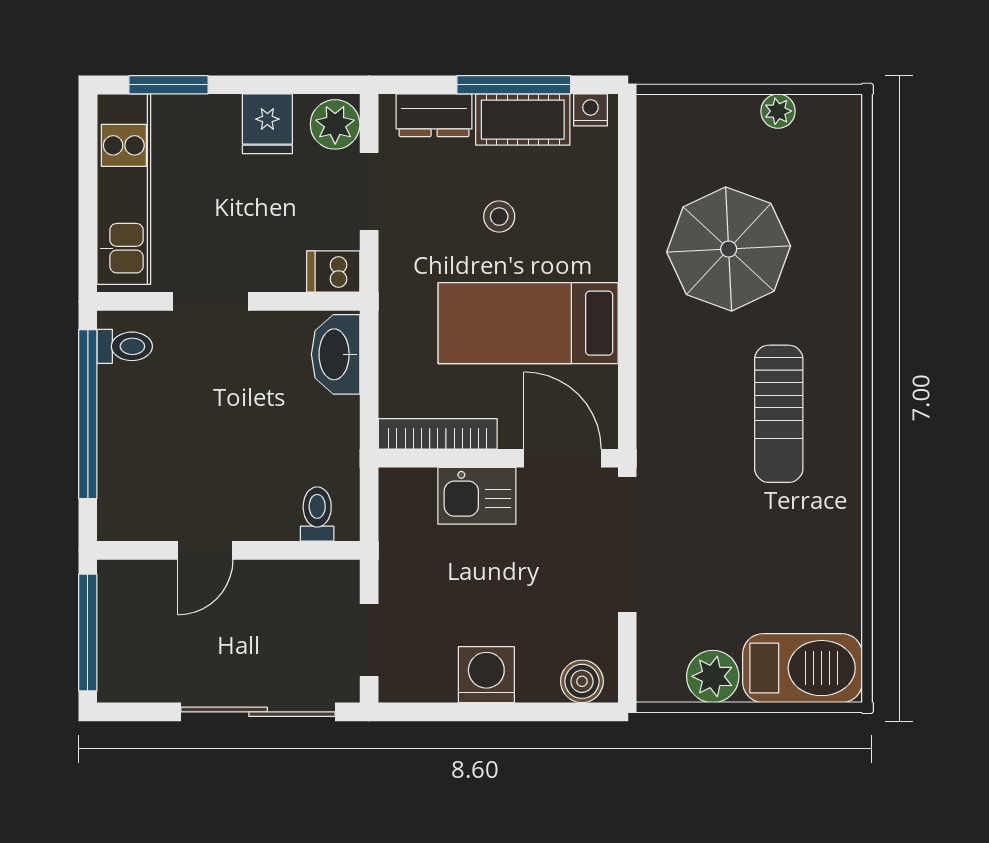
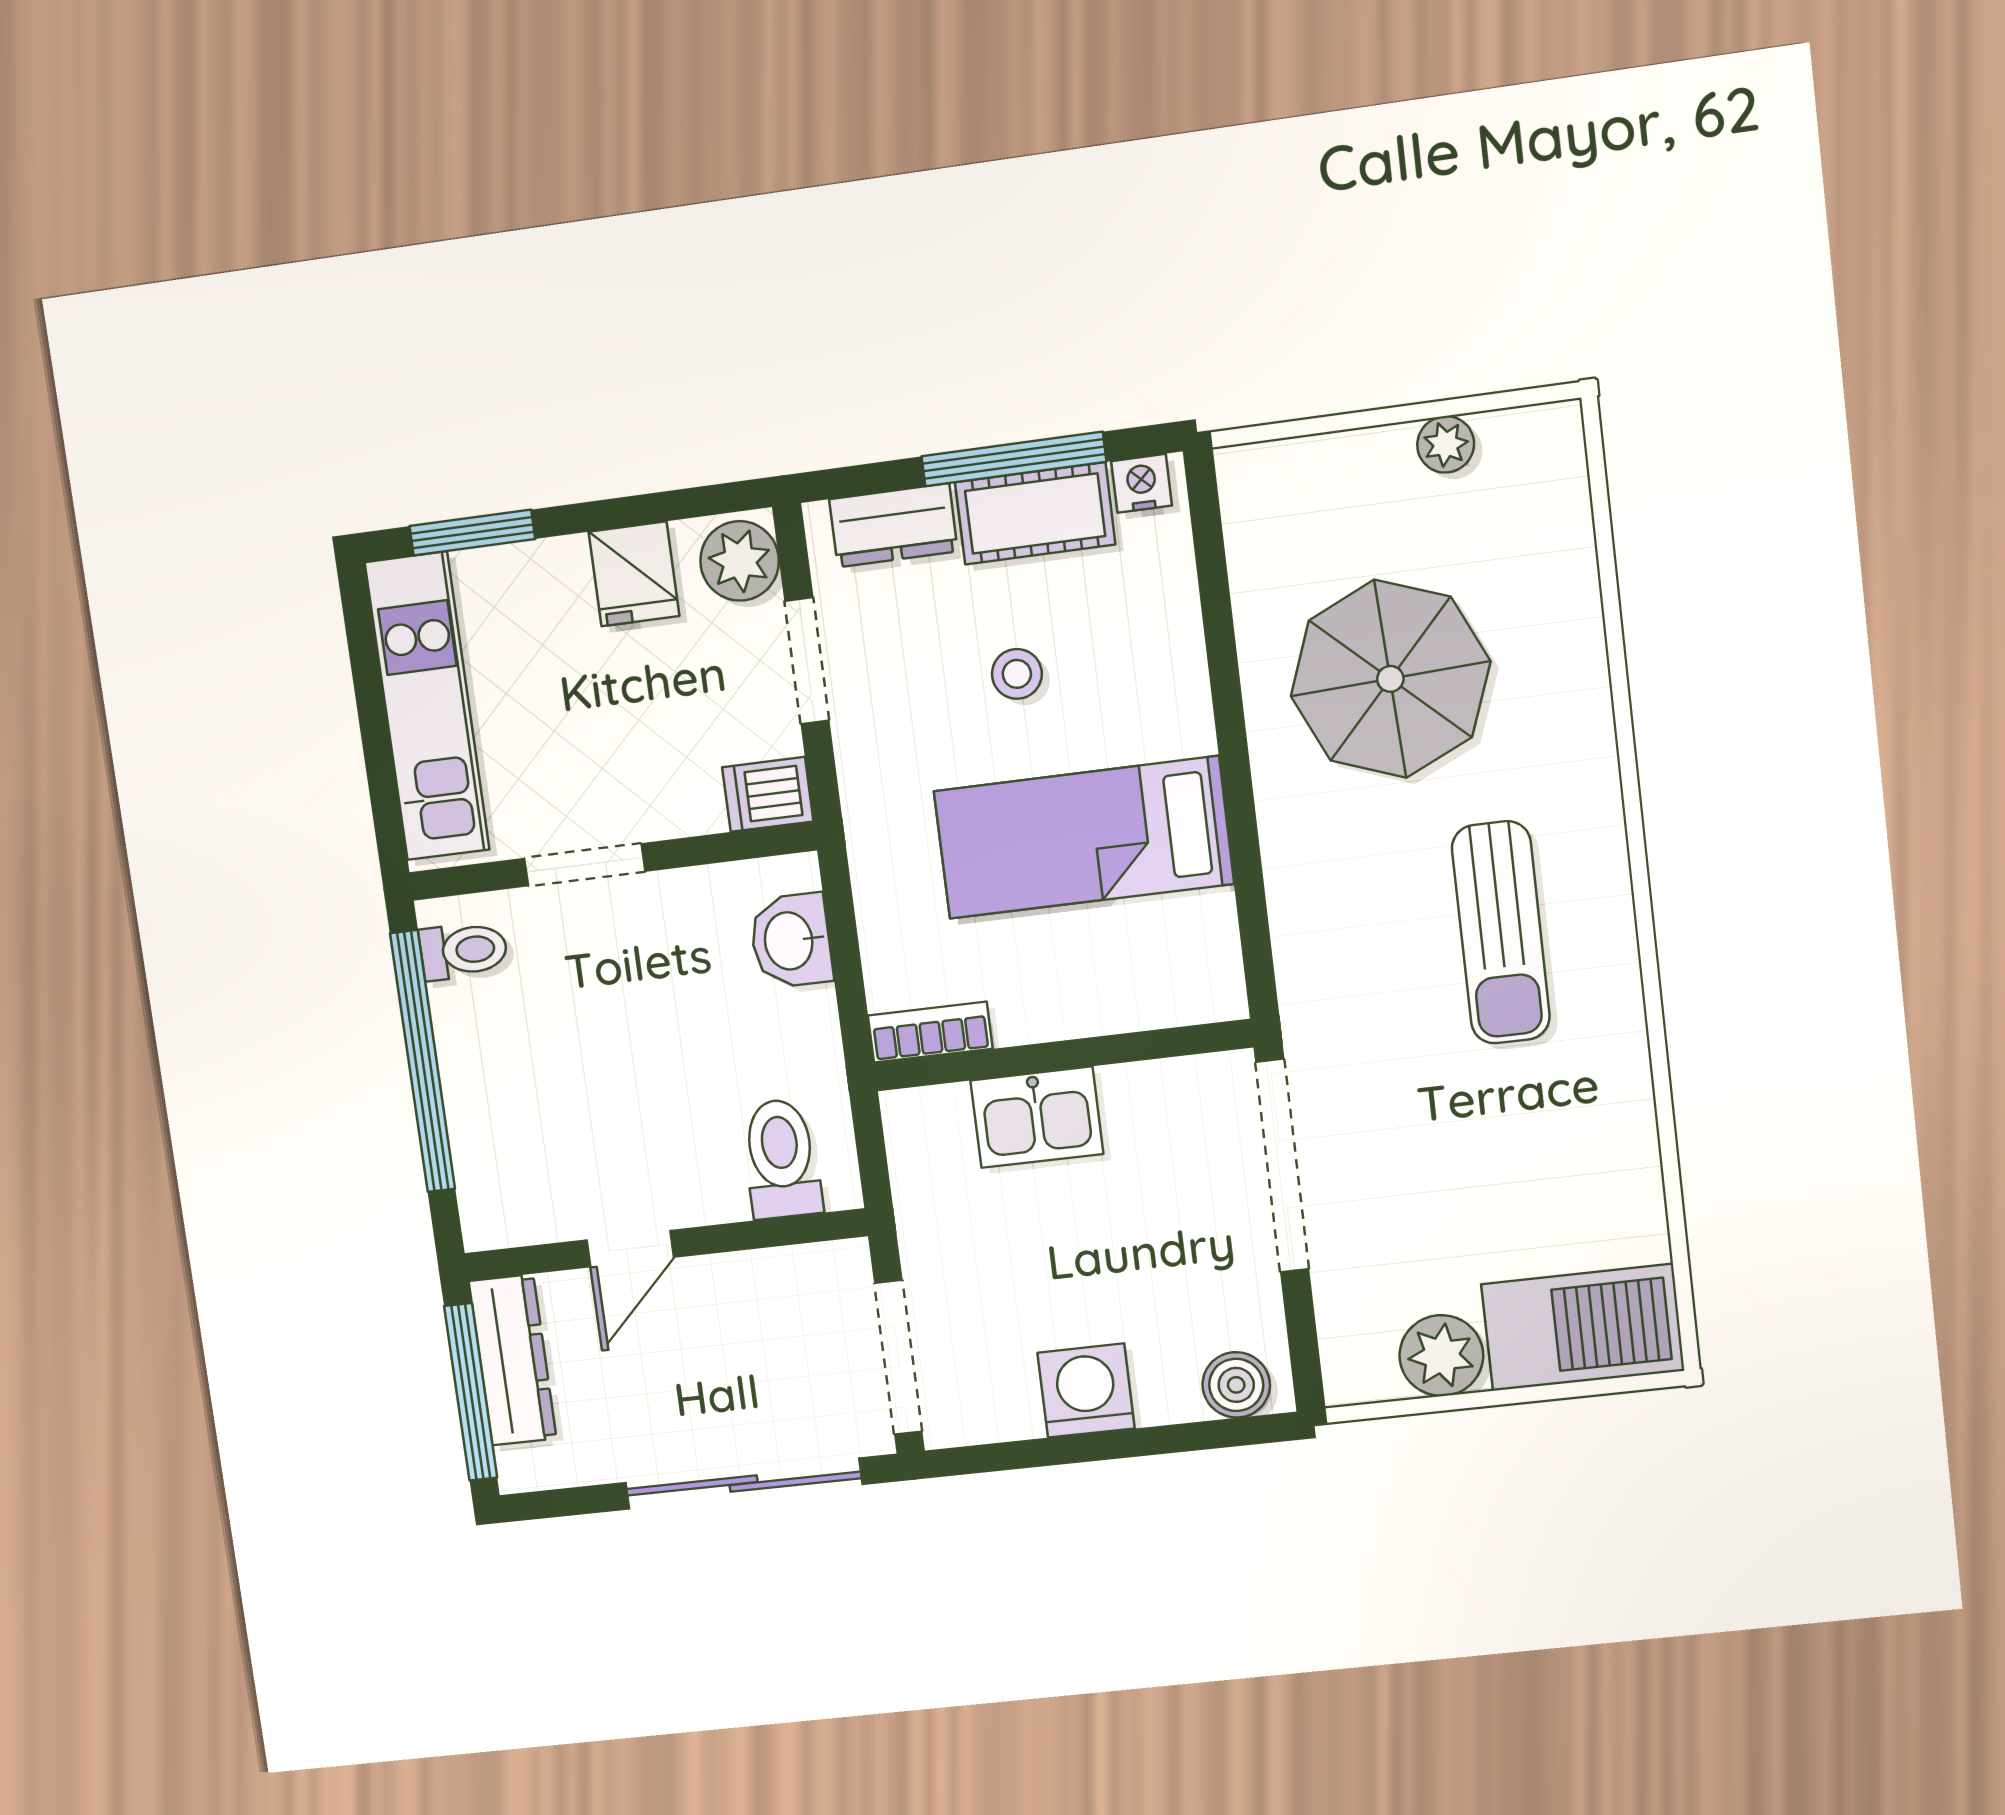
washbasin: (336, 354) -> (791, 941), width x0.72
bookcase: (438, 434) -> (930, 1032), width x0.64
door: (563, 458) -> (1164, 1043), removed
toilet: (317, 514) -> (781, 1159), width x1.37, depth x1.39
dresser: (118, 614) -> (513, 1360), added
doorway: (369, 640) -> (898, 1358), width x1.38

